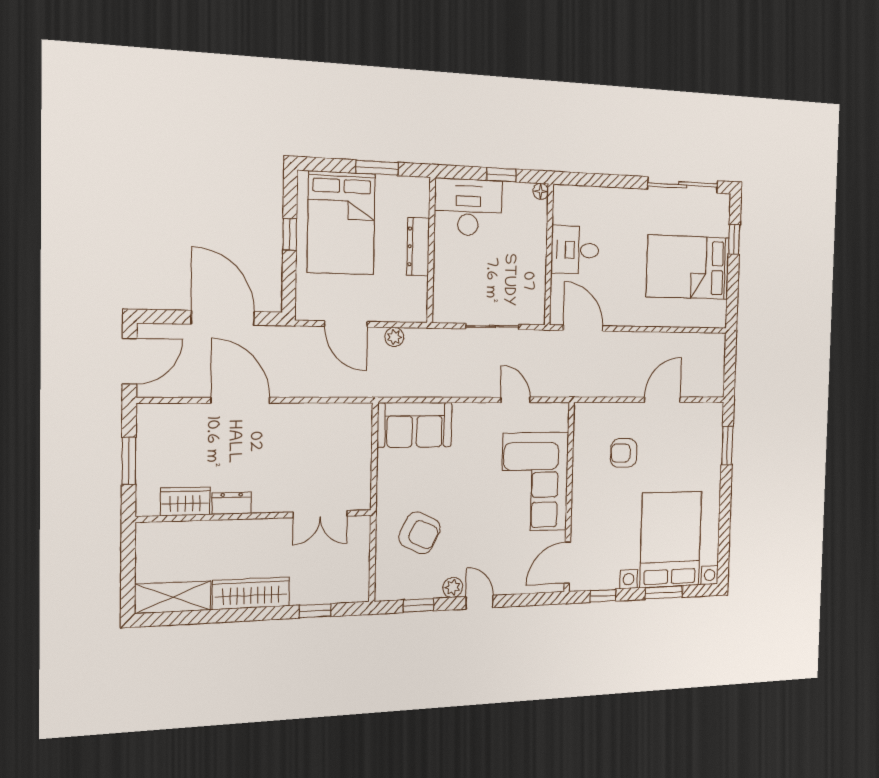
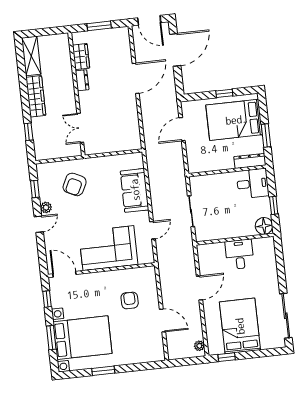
floor lamp: (541, 191) -> (264, 226), width x1.89, depth x1.89
desk: (468, 207) -> (253, 184), width x0.73
window: (734, 239) -> (227, 357), moved
dresser: (418, 247) -> (250, 161), moved
door: (223, 318) -> (175, 50), moved
door: (583, 328) -> (200, 288), moved
plant: (394, 337) -> (199, 346), moved
sofa: (415, 425) -> (135, 190), moved
window: (727, 446) -> (103, 371), moved

